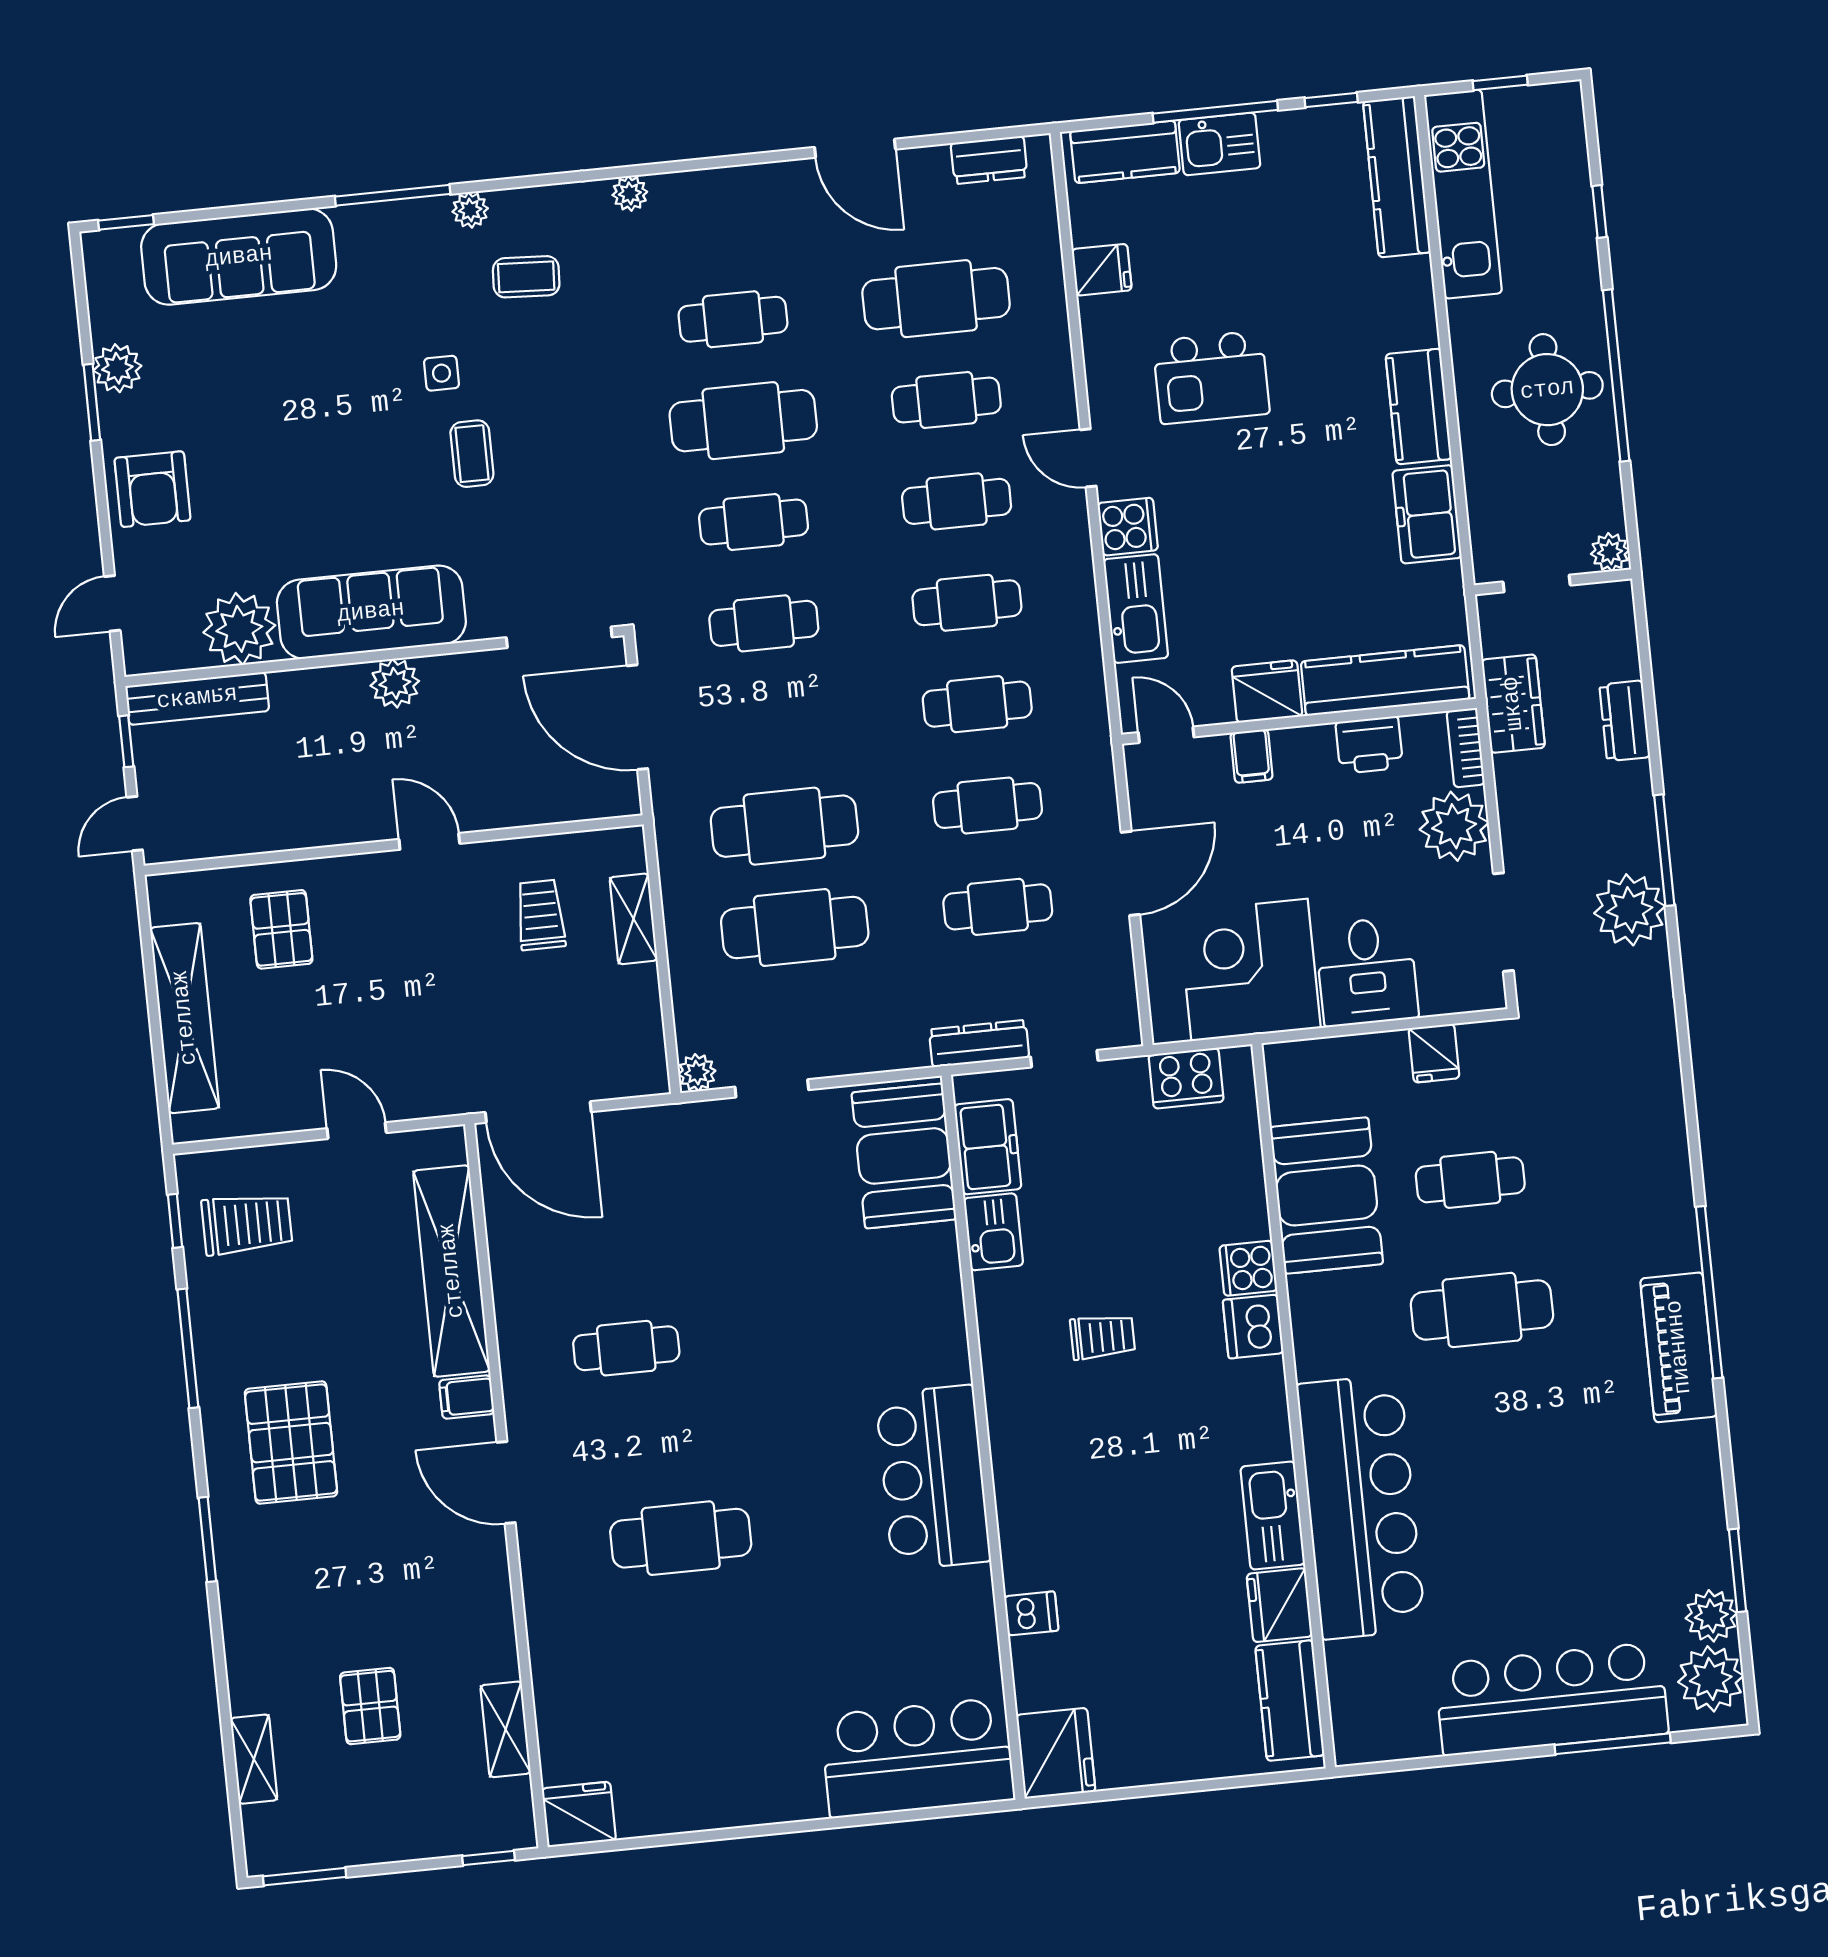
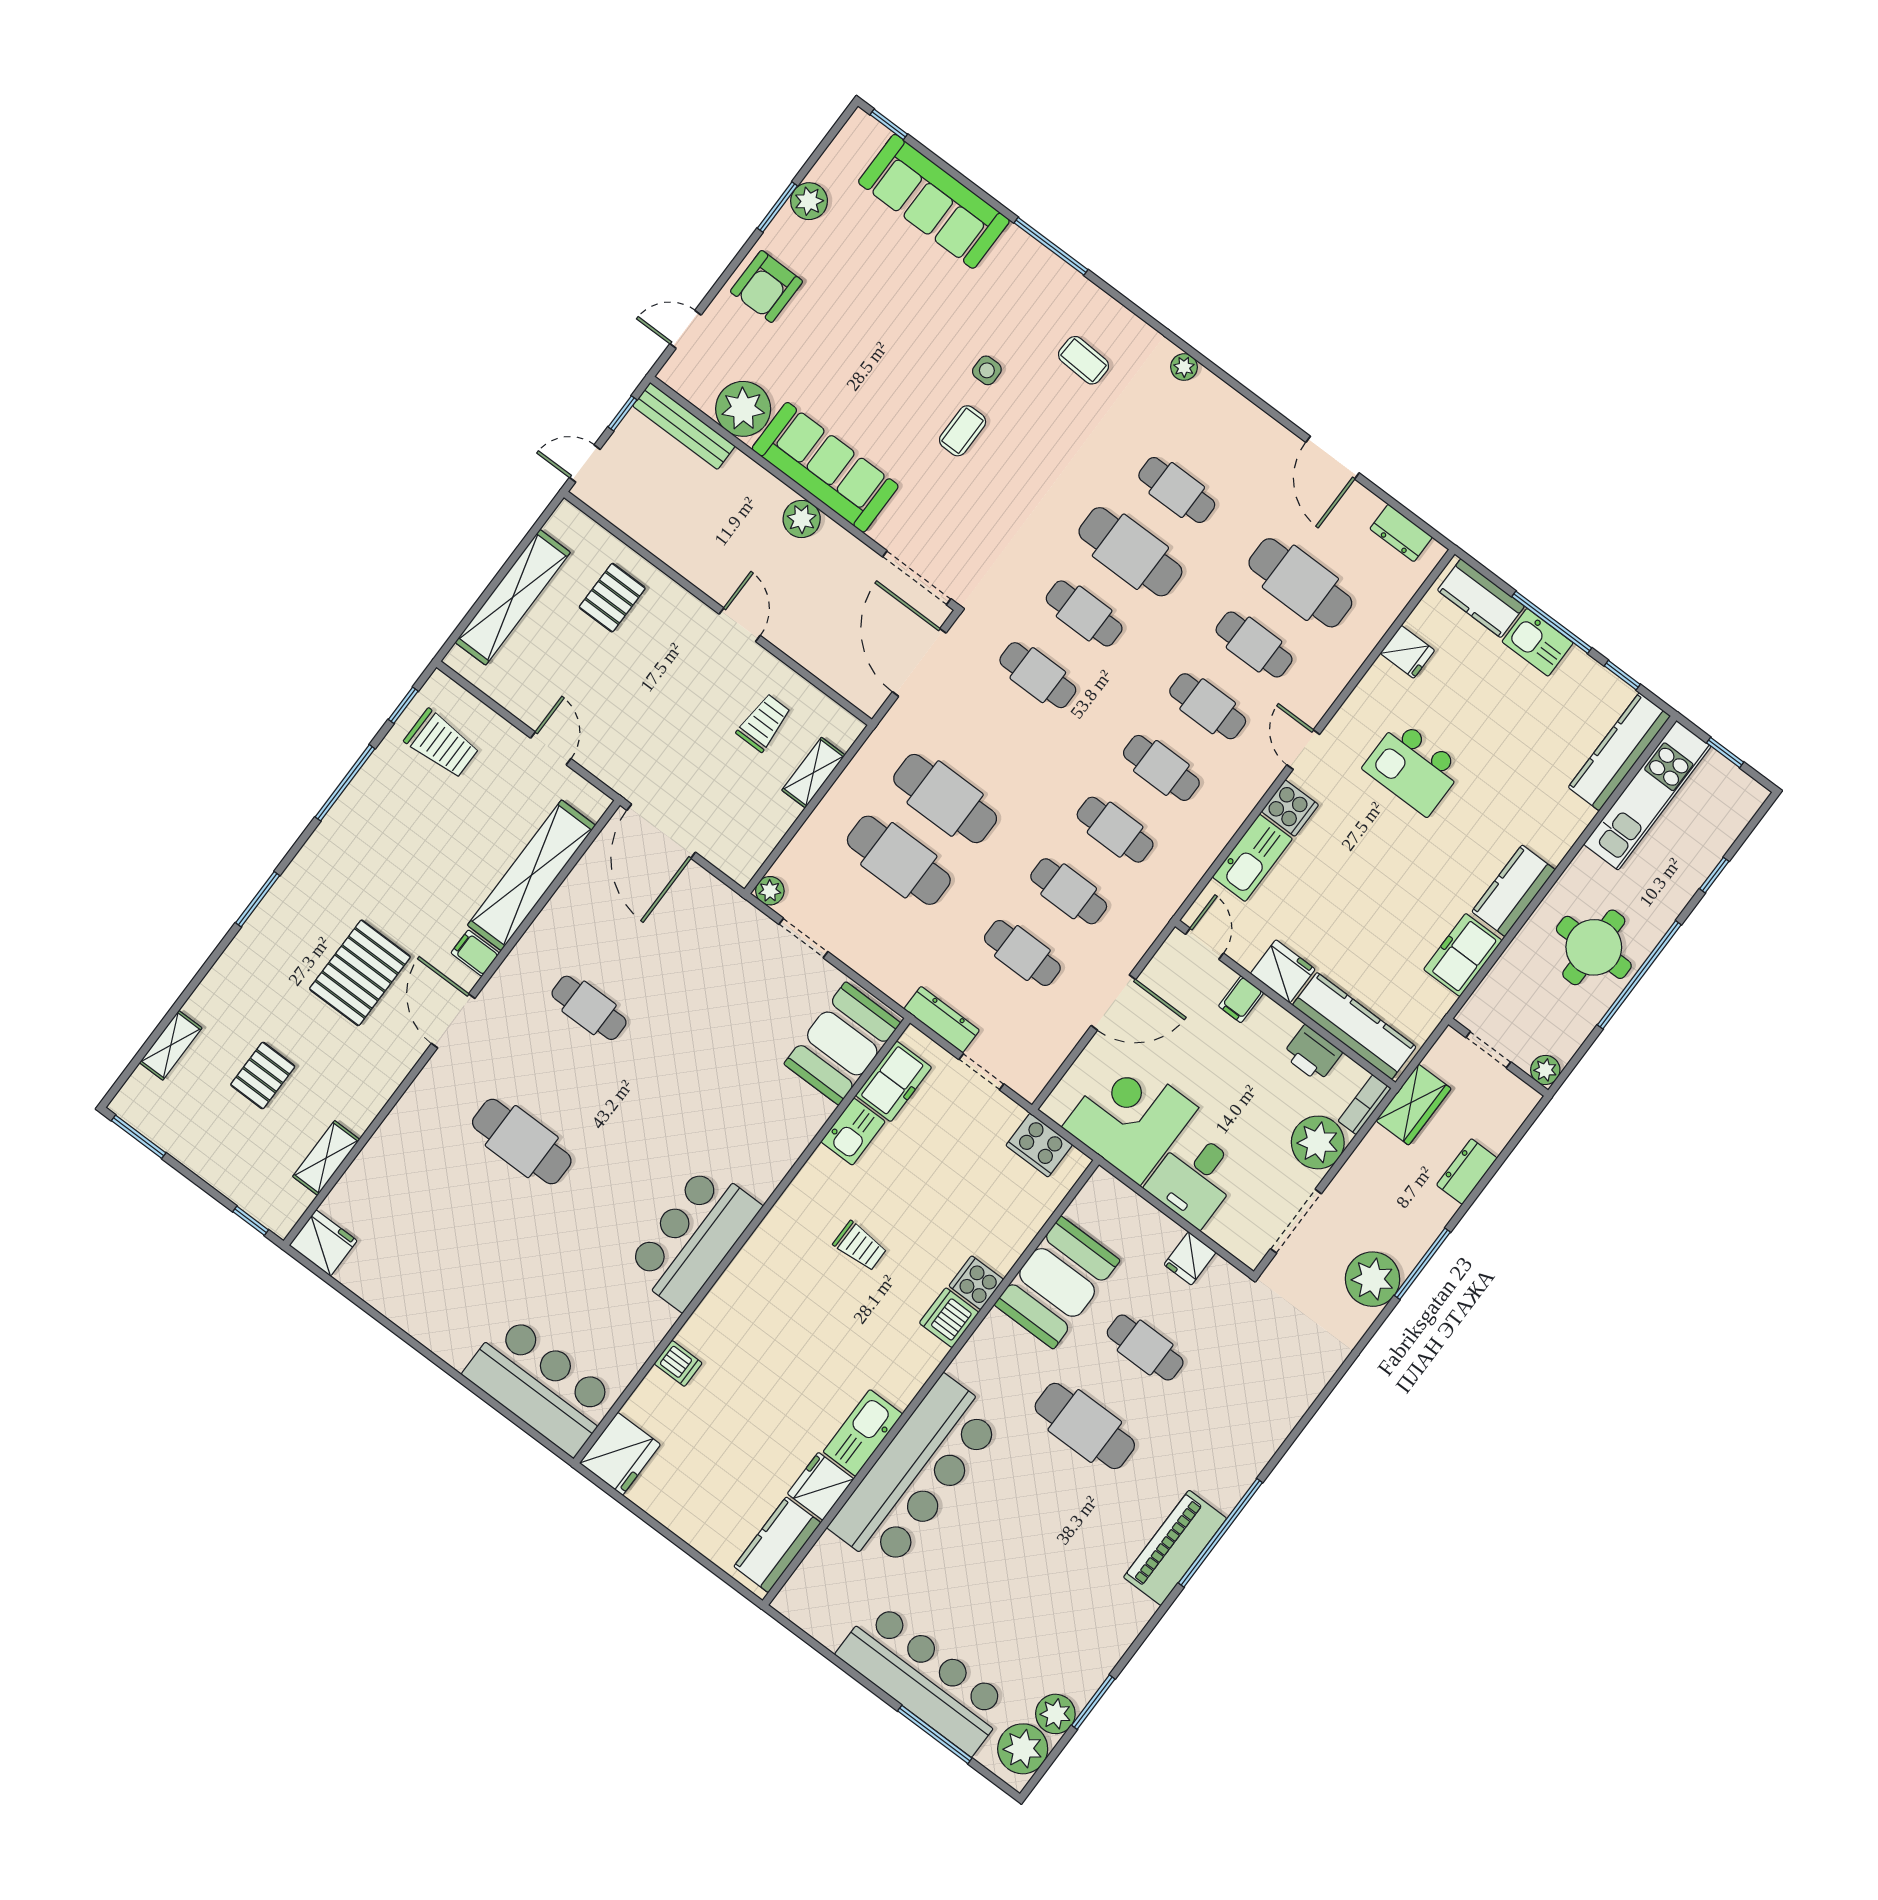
plant: (470, 210) -> (1087, 294), removed
pallet: (291, 1443) -> (360, 973), moved

